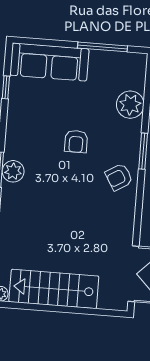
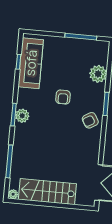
sofa: (49, 62) -> (31, 63), moved, turned -90

